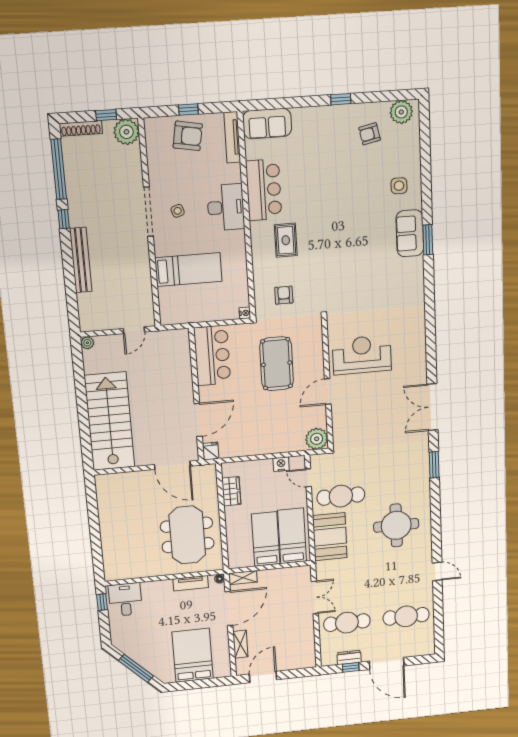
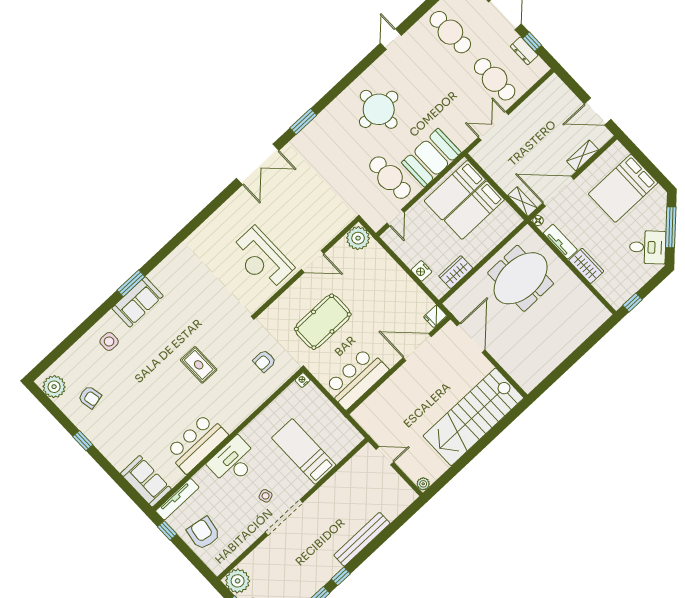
window: (188, 110) -> (167, 530), moved
rug: (286, 240) -> (199, 365), moved, turned 90
nightstand: (281, 464) -> (421, 271), moved
wardrobe: (157, 589) -> (586, 266), added
desk: (125, 600) -> (648, 247), moved, turned -135

